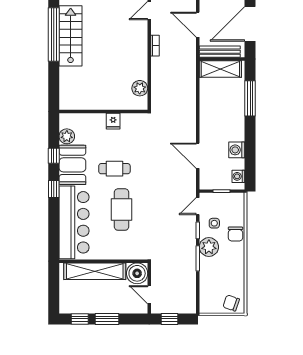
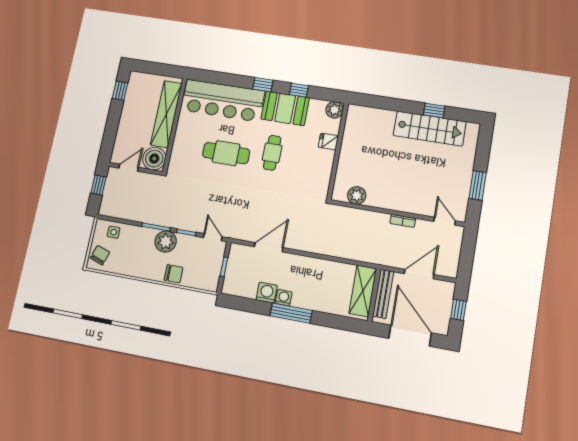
window: (54, 35) -> (434, 111), width x0.32
window: (250, 98) -> (291, 313), moved
fridge: (113, 121) -> (328, 142), moved
plant: (67, 136) -> (335, 110), moved
washing machine: (238, 176) -> (284, 298), moved
side table: (214, 223) -> (114, 232), moved
chair: (235, 234) -> (174, 274), turned 180
window: (107, 319) -> (114, 119), removed

